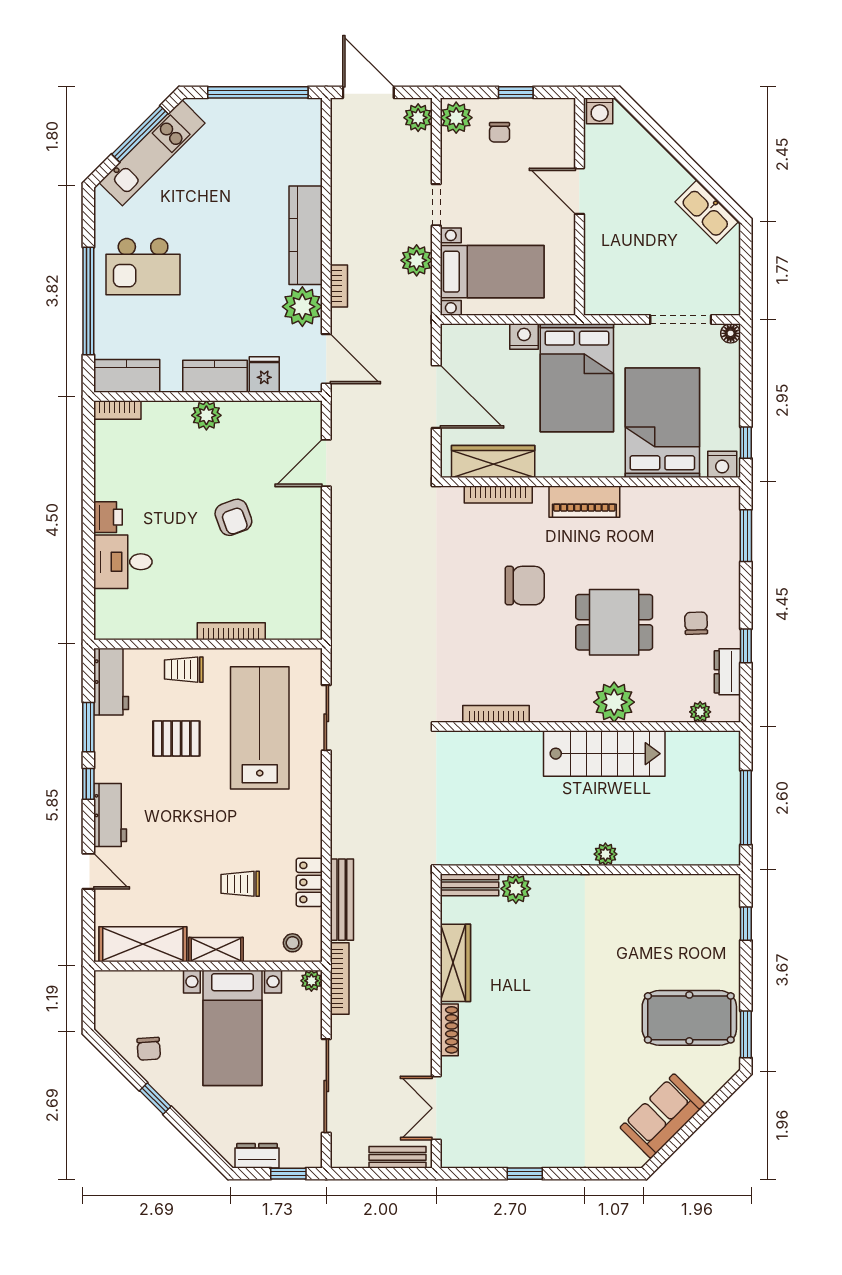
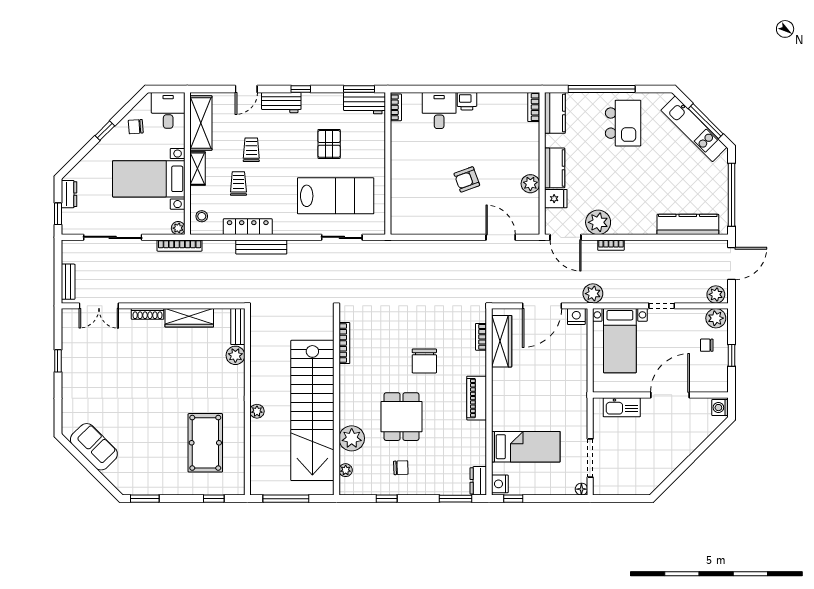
door: (579, 191) -> (670, 395), width x1.36
kitchen sink: (707, 212) -> (622, 407), moved, turned -135
kitchen counter: (306, 235) -> (688, 224), moved
plant: (417, 260) -> (593, 294), moved
kitchen island: (143, 267) -> (623, 123), turned 180
nightstand: (524, 337) -> (576, 316), moved, turned -90
door: (326, 359) -> (566, 237), hinge flipped
bed: (577, 378) -> (554, 393), removed
plant: (206, 415) -> (530, 184), moved
bed: (662, 423) -> (526, 447), width x0.67
bookcase: (498, 495) -> (481, 337), width x0.64
bookcase: (231, 631) -> (396, 107), moved, width x0.64
trolley: (184, 670) -> (251, 150), moved
dresser: (727, 672) -> (478, 481), moved, turned -90
plant: (614, 702) -> (352, 438), moved
window: (88, 727) -> (359, 89), moved
stairs: (604, 754) -> (312, 410), width x1.86, depth x1.51
locker: (309, 882) -> (248, 227), width x1.53
bench: (342, 900) -> (261, 247), moved
desk: (123, 997) -> (168, 110), added
pool table: (689, 1018) -> (205, 443), moved
double door: (436, 1108) -> (99, 306), swing flipped

